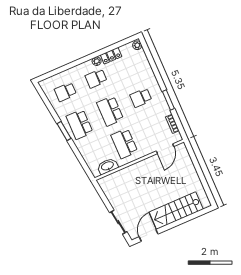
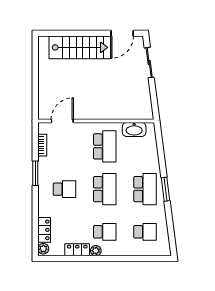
locker: (143, 60) -> (44, 230), added

